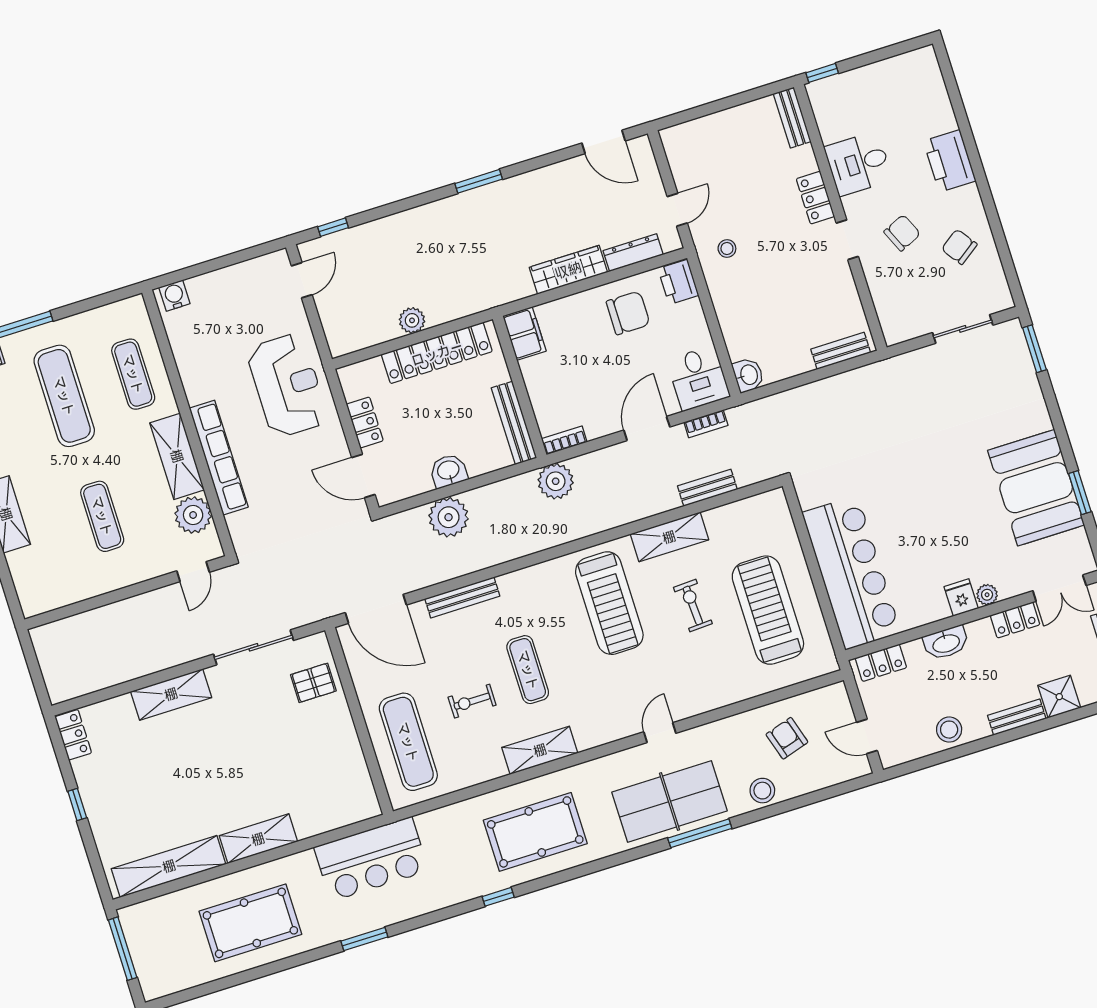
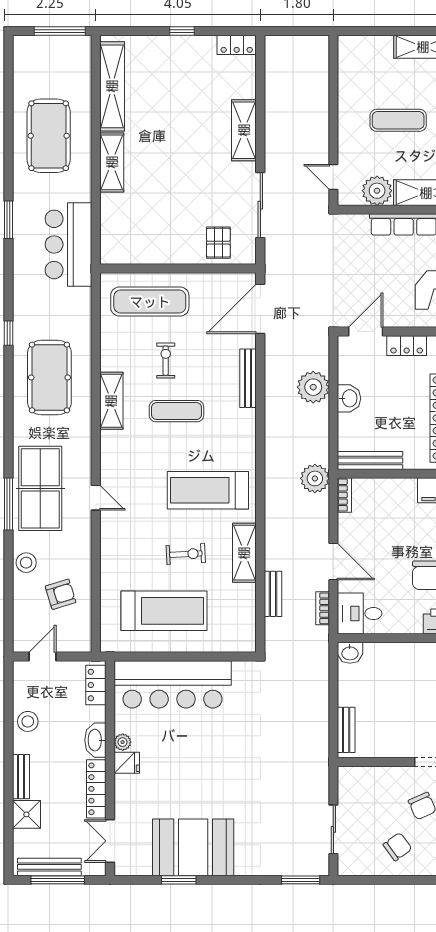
plant: (987, 595) -> (123, 742), moved
locker: (1015, 620) -> (96, 789), width x1.53

